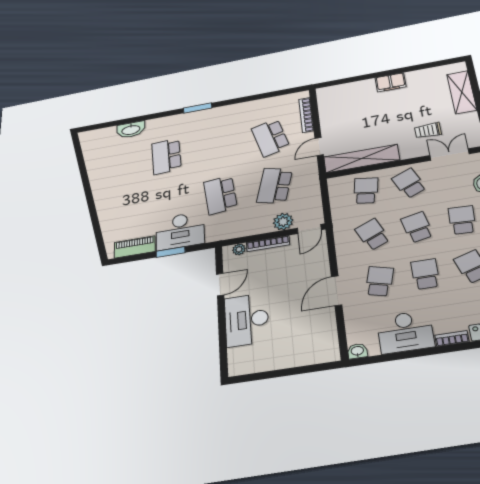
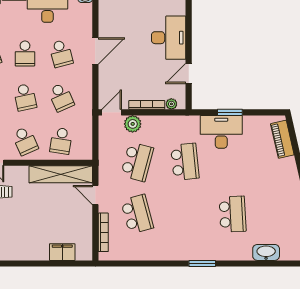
filing cabinet: (391, 82) -> (62, 252), moved
door: (319, 147) -> (95, 195), swing flipped
piano: (135, 247) -> (282, 139), moved, turned 77
school desk: (379, 281) -> (61, 54), turned -30

